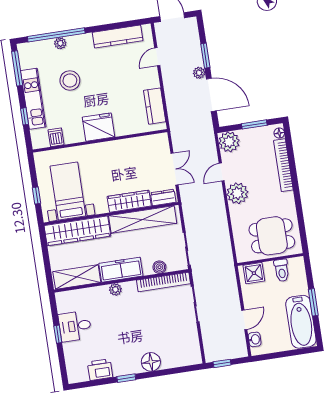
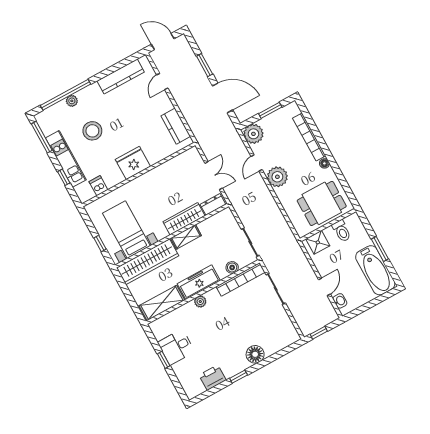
plant: (199, 73) -> (204, 82), removed
floor lamp: (279, 133) -> (324, 163), moved
shelving: (143, 219) -> (186, 237), width x0.45, depth x0.75

